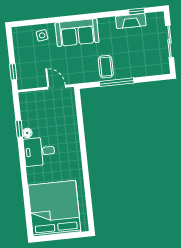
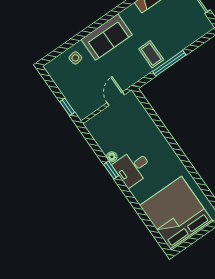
door: (57, 87) -> (116, 99), hinge flipped
window: (19, 129) -> (111, 170), moved

